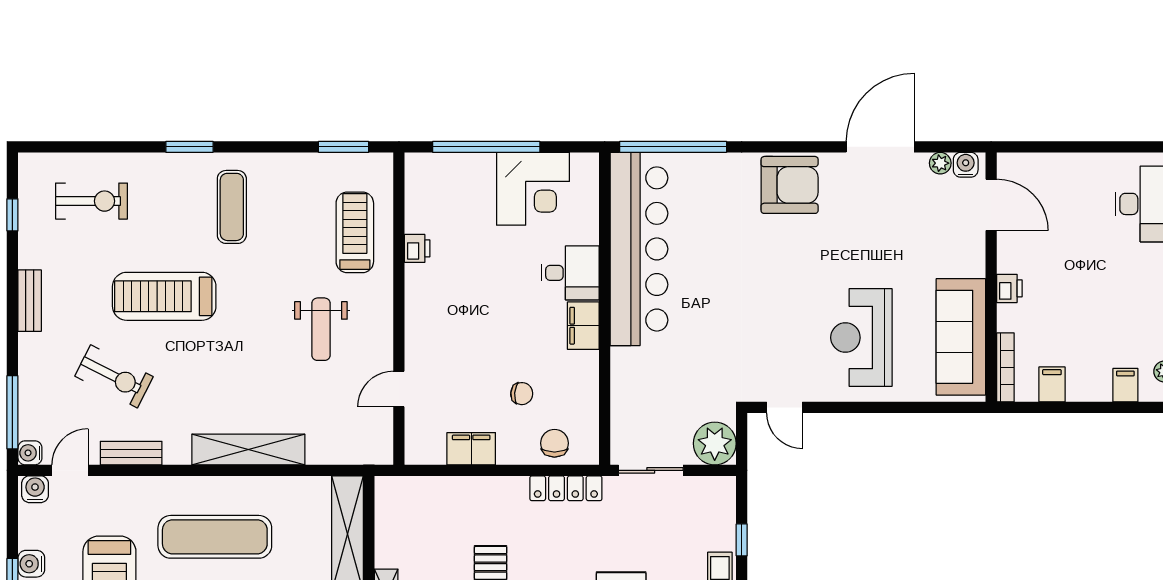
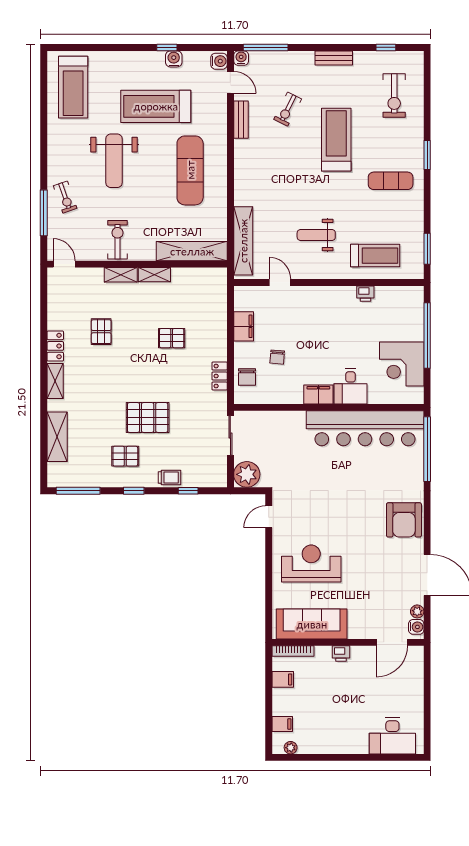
exercise bike: (114, 376) -> (288, 109), width x0.73, depth x0.72
chair: (554, 443) -> (247, 377), turned 90
shelving: (248, 449) -> (243, 241), moved
locker: (566, 488) -> (220, 376), width x0.66

